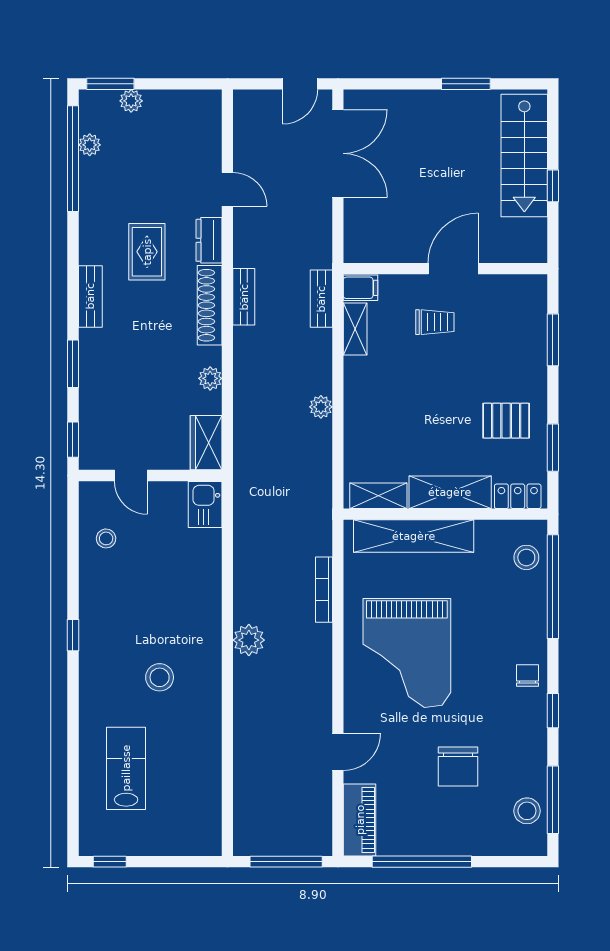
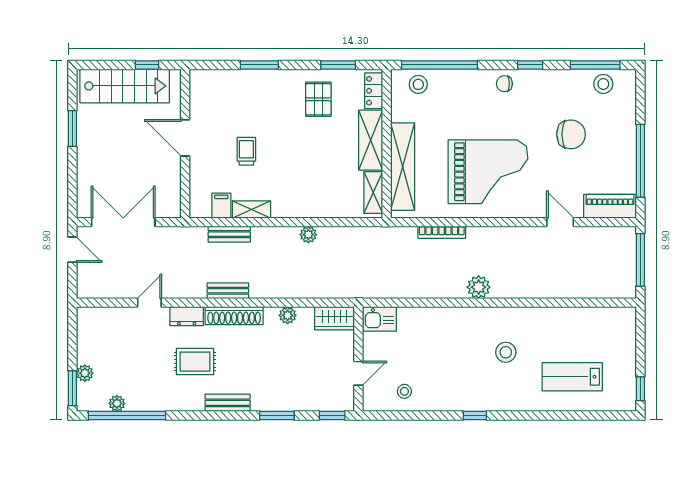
wall: (445, 269) -> (185, 144), moved
door: (453, 269) -> (185, 138), moved

